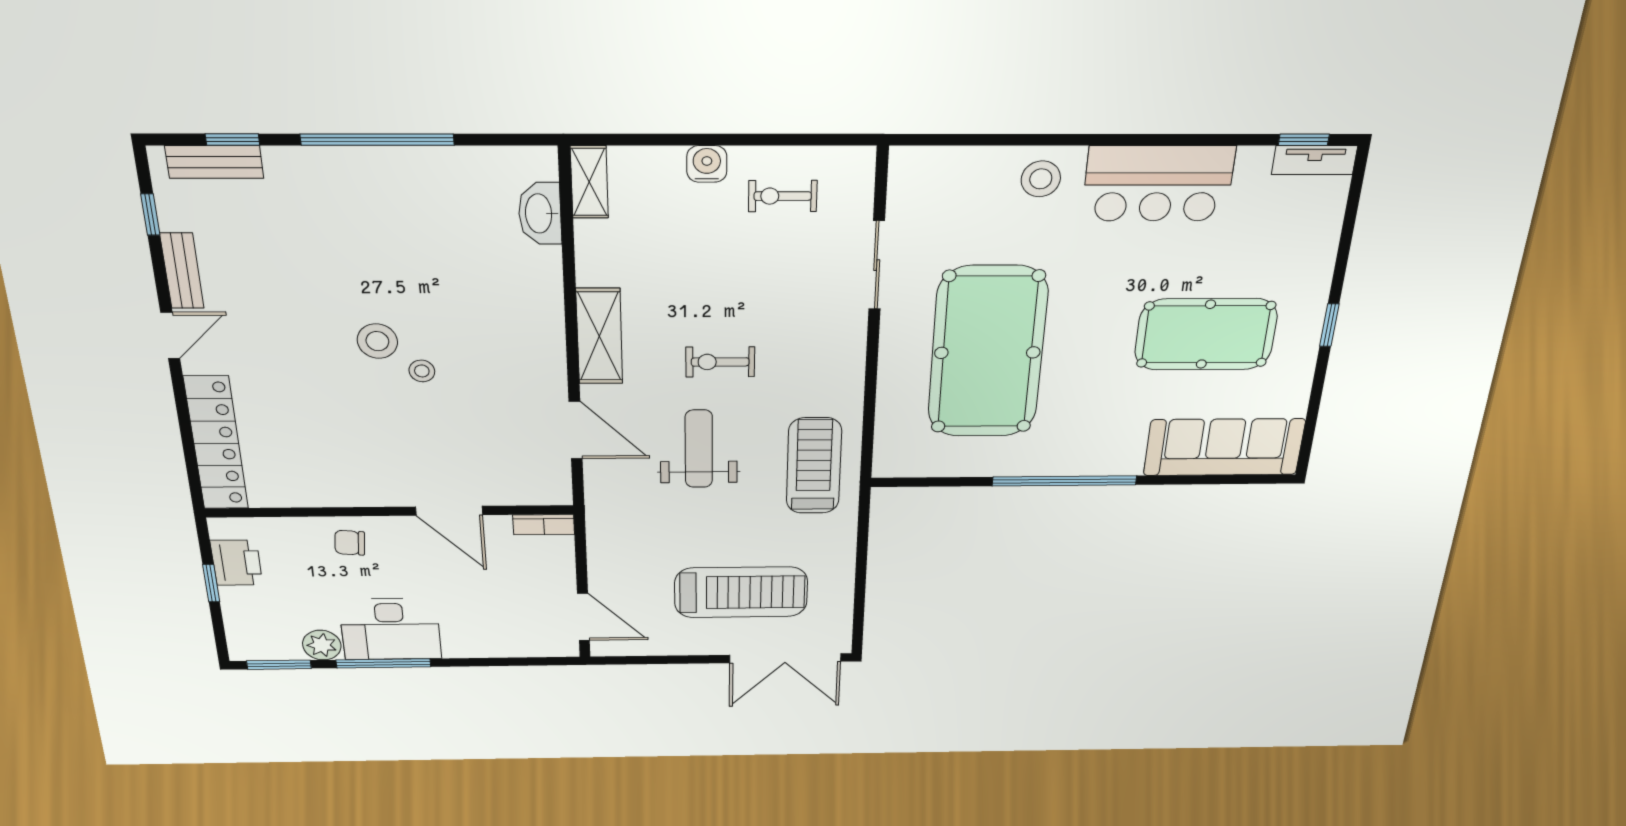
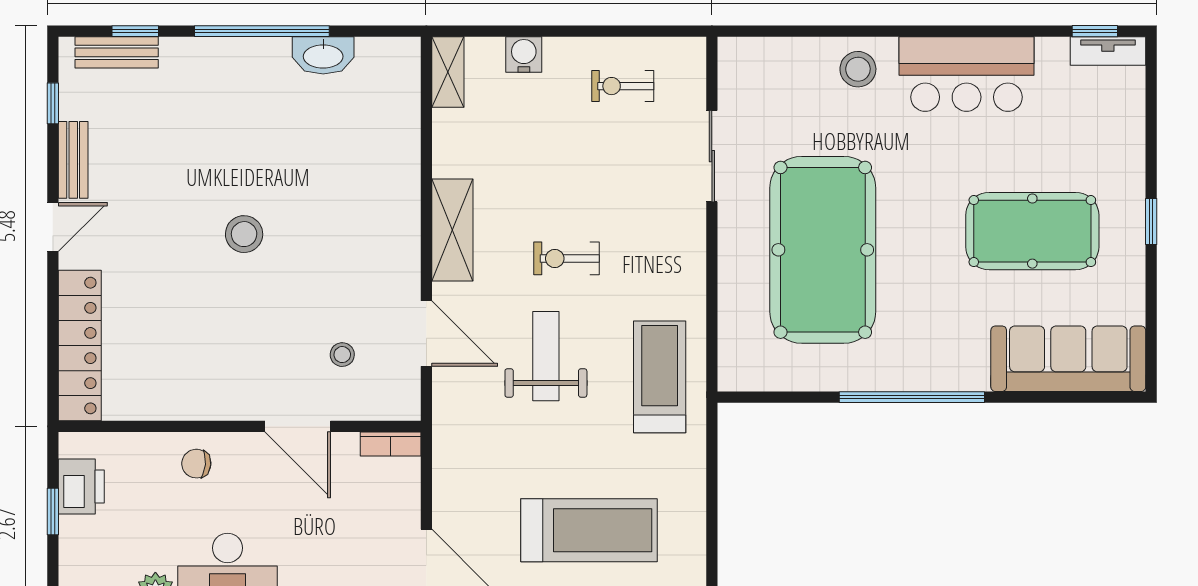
water cooler: (707, 164) -> (524, 54), moved
washbasin: (540, 214) -> (323, 55), moved, turned -90
stool: (422, 371) -> (342, 355), moved

